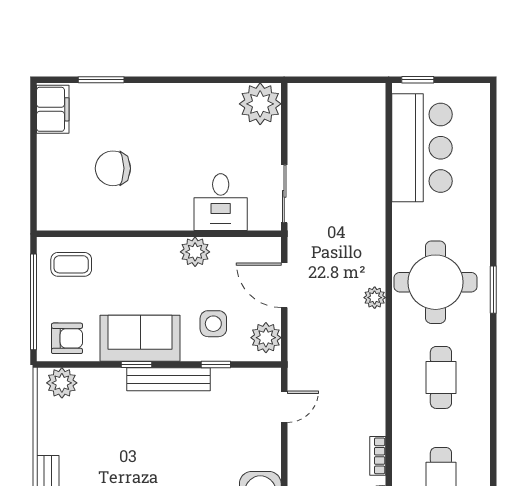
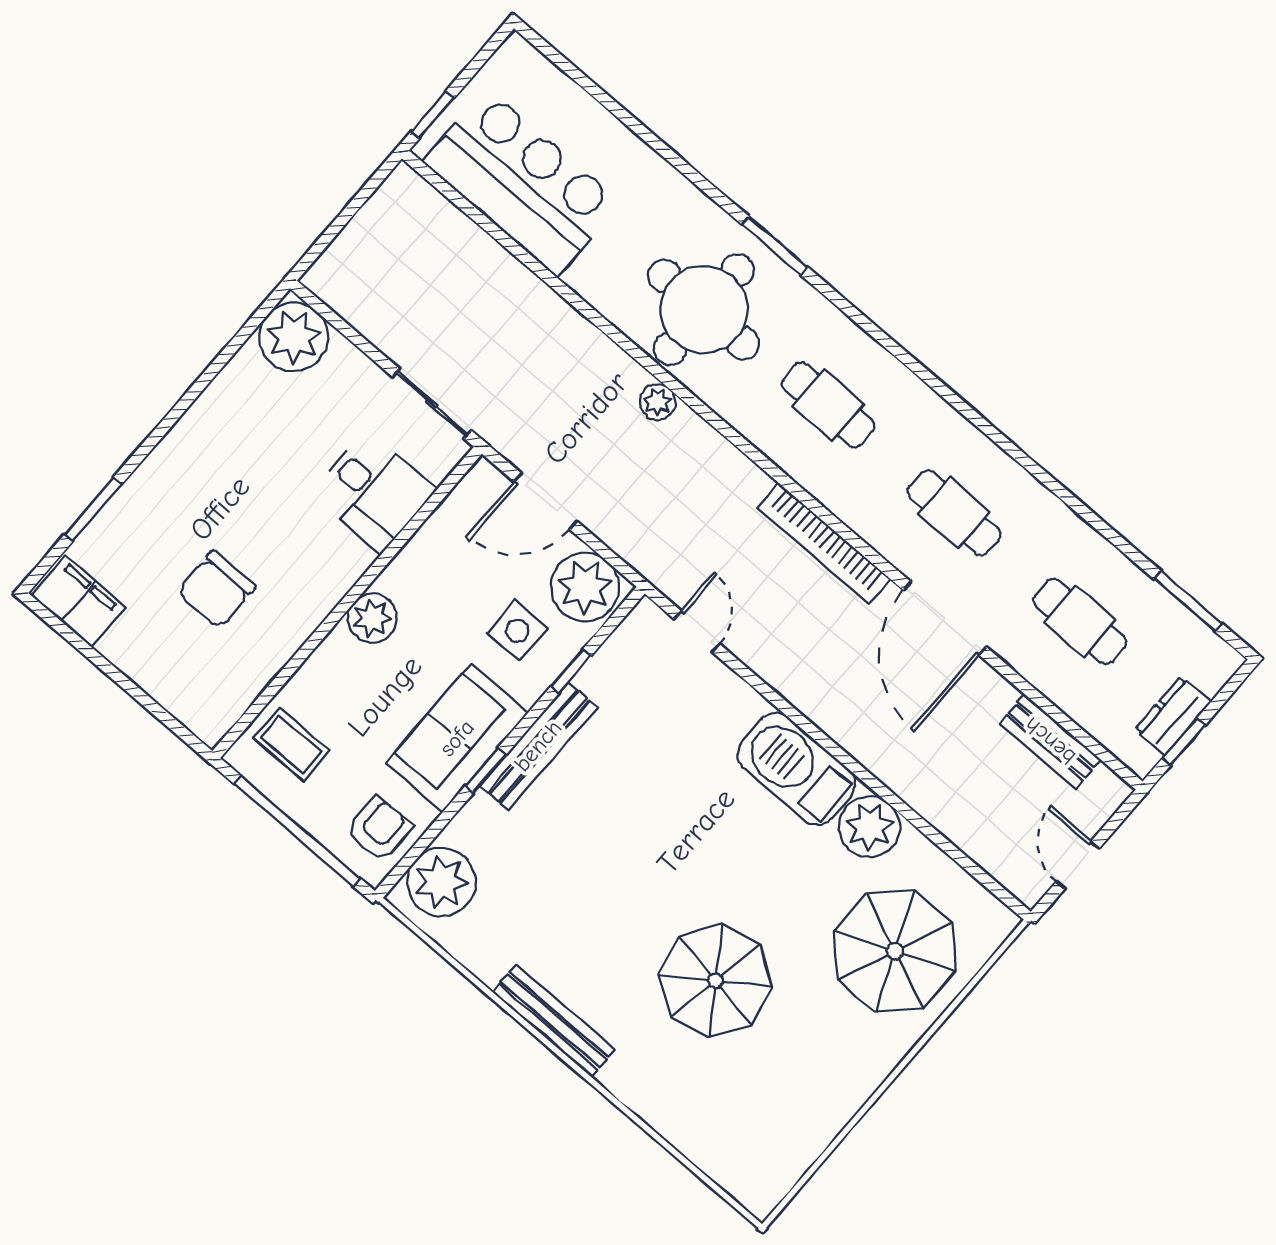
plant: (195, 252) -> (372, 618), moved
coffee table: (71, 264) -> (291, 744), turned 90
plant: (266, 338) -> (585, 587), width x1.36, depth x1.36
plant: (62, 383) -> (442, 882), width x1.36, depth x1.36
bookcase: (378, 456) -> (824, 543), width x2.31, depth x1.31

